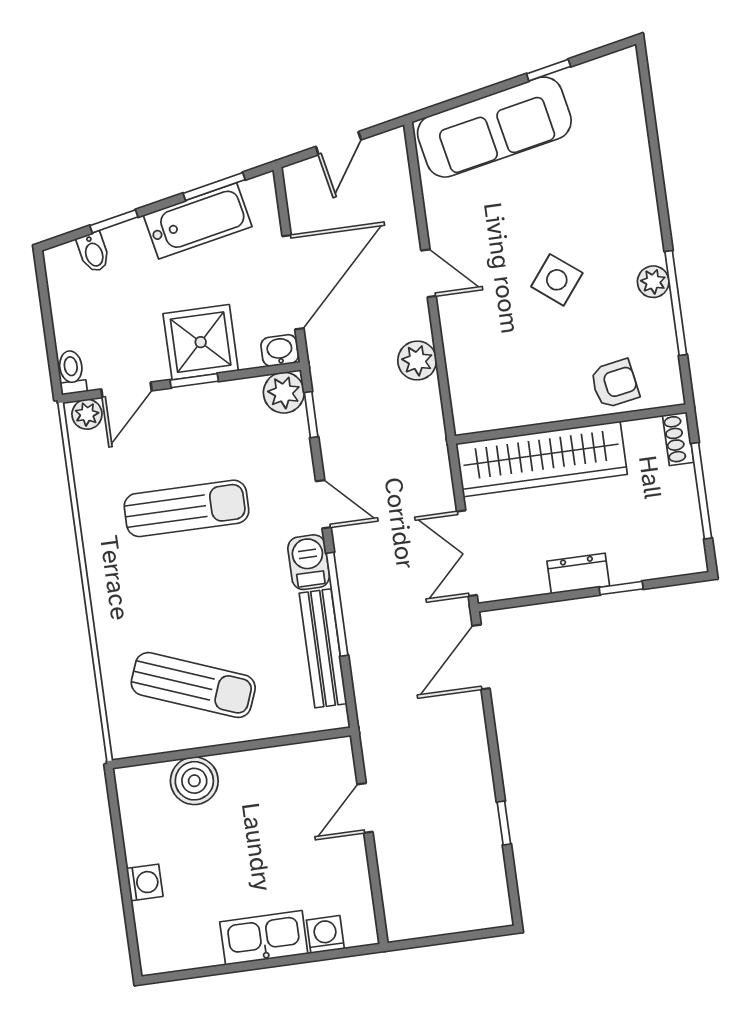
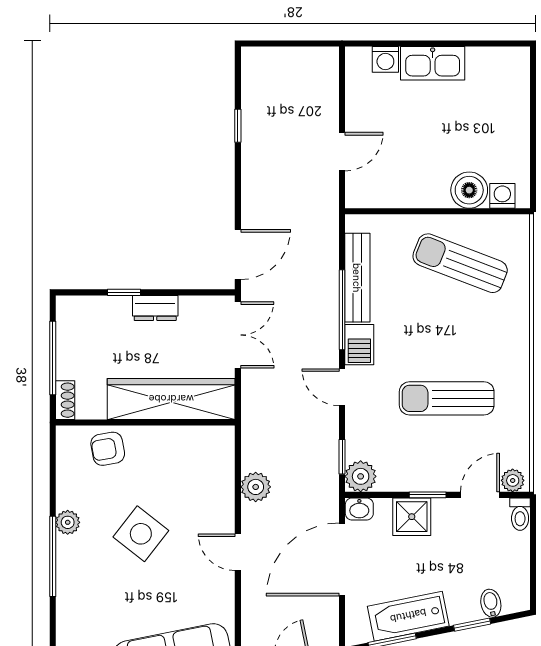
side table: (557, 280) -> (141, 534), width x1.37, depth x1.37
window: (676, 303) -> (53, 556), moved
shower: (201, 342) -> (412, 517), width x0.73, depth x0.73
washing machine: (145, 882) -> (502, 196), moved, turned 90

